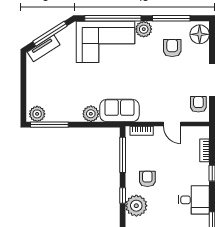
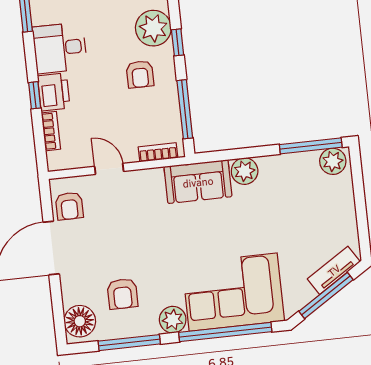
printer: (200, 174) -> (54, 92), added

